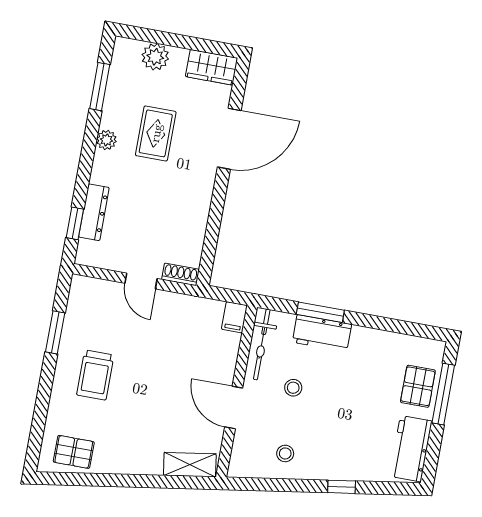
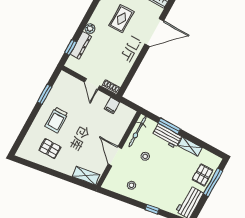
plant: (107, 140) -> (90, 29), moved
filing cabinet: (234, 317) -> (112, 106), moved
shelving: (375, 339) -> (190, 147), added
pallet: (74, 452) -> (50, 149), moved

